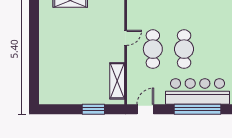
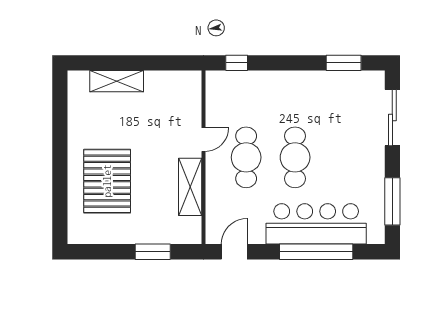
pallet: (64, 64) -> (107, 181), added
shelving: (117, 81) -> (190, 187), moved

